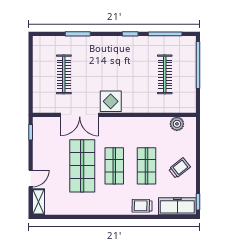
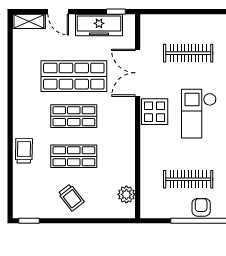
armchair: (187, 64) -> (201, 207), added
checkout: (112, 66) -> (199, 114), added
freezer: (177, 206) -> (99, 25), moved, turned 90

